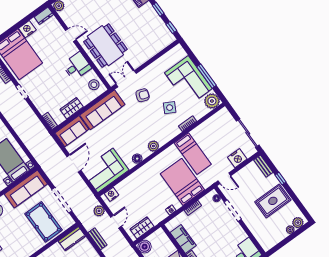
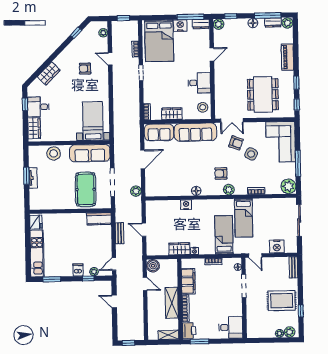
window: (31, 16) -> (190, 17), added
door: (71, 35) -> (212, 54), hinge flipped
dining table: (105, 46) -> (263, 94), moved
double door: (126, 79) -> (232, 120), swing flipped
corner sofa: (188, 81) -> (281, 142), moved
side table: (170, 108) -> (251, 154), moved
armchair: (148, 130) -> (221, 174), added
sliding door: (248, 133) -> (299, 220), moved
plant: (153, 146) -> (229, 190), moved
corner sofa: (105, 170) -> (164, 183), removed
window: (281, 178) -> (301, 311), moved
bed: (182, 182) -> (224, 235), width x0.67
nightstand: (112, 194) -> (186, 205), moved
plant: (99, 211) -> (136, 191), moved
door: (116, 222) -> (144, 230), swing flipped
wardrobe: (142, 228) -> (179, 249), moved

